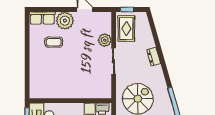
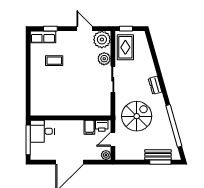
window: (50, 9) -> (50, 29), added
plant: (65, 21) -> (102, 40), moved
dresser: (154, 57) -> (155, 85), moved

